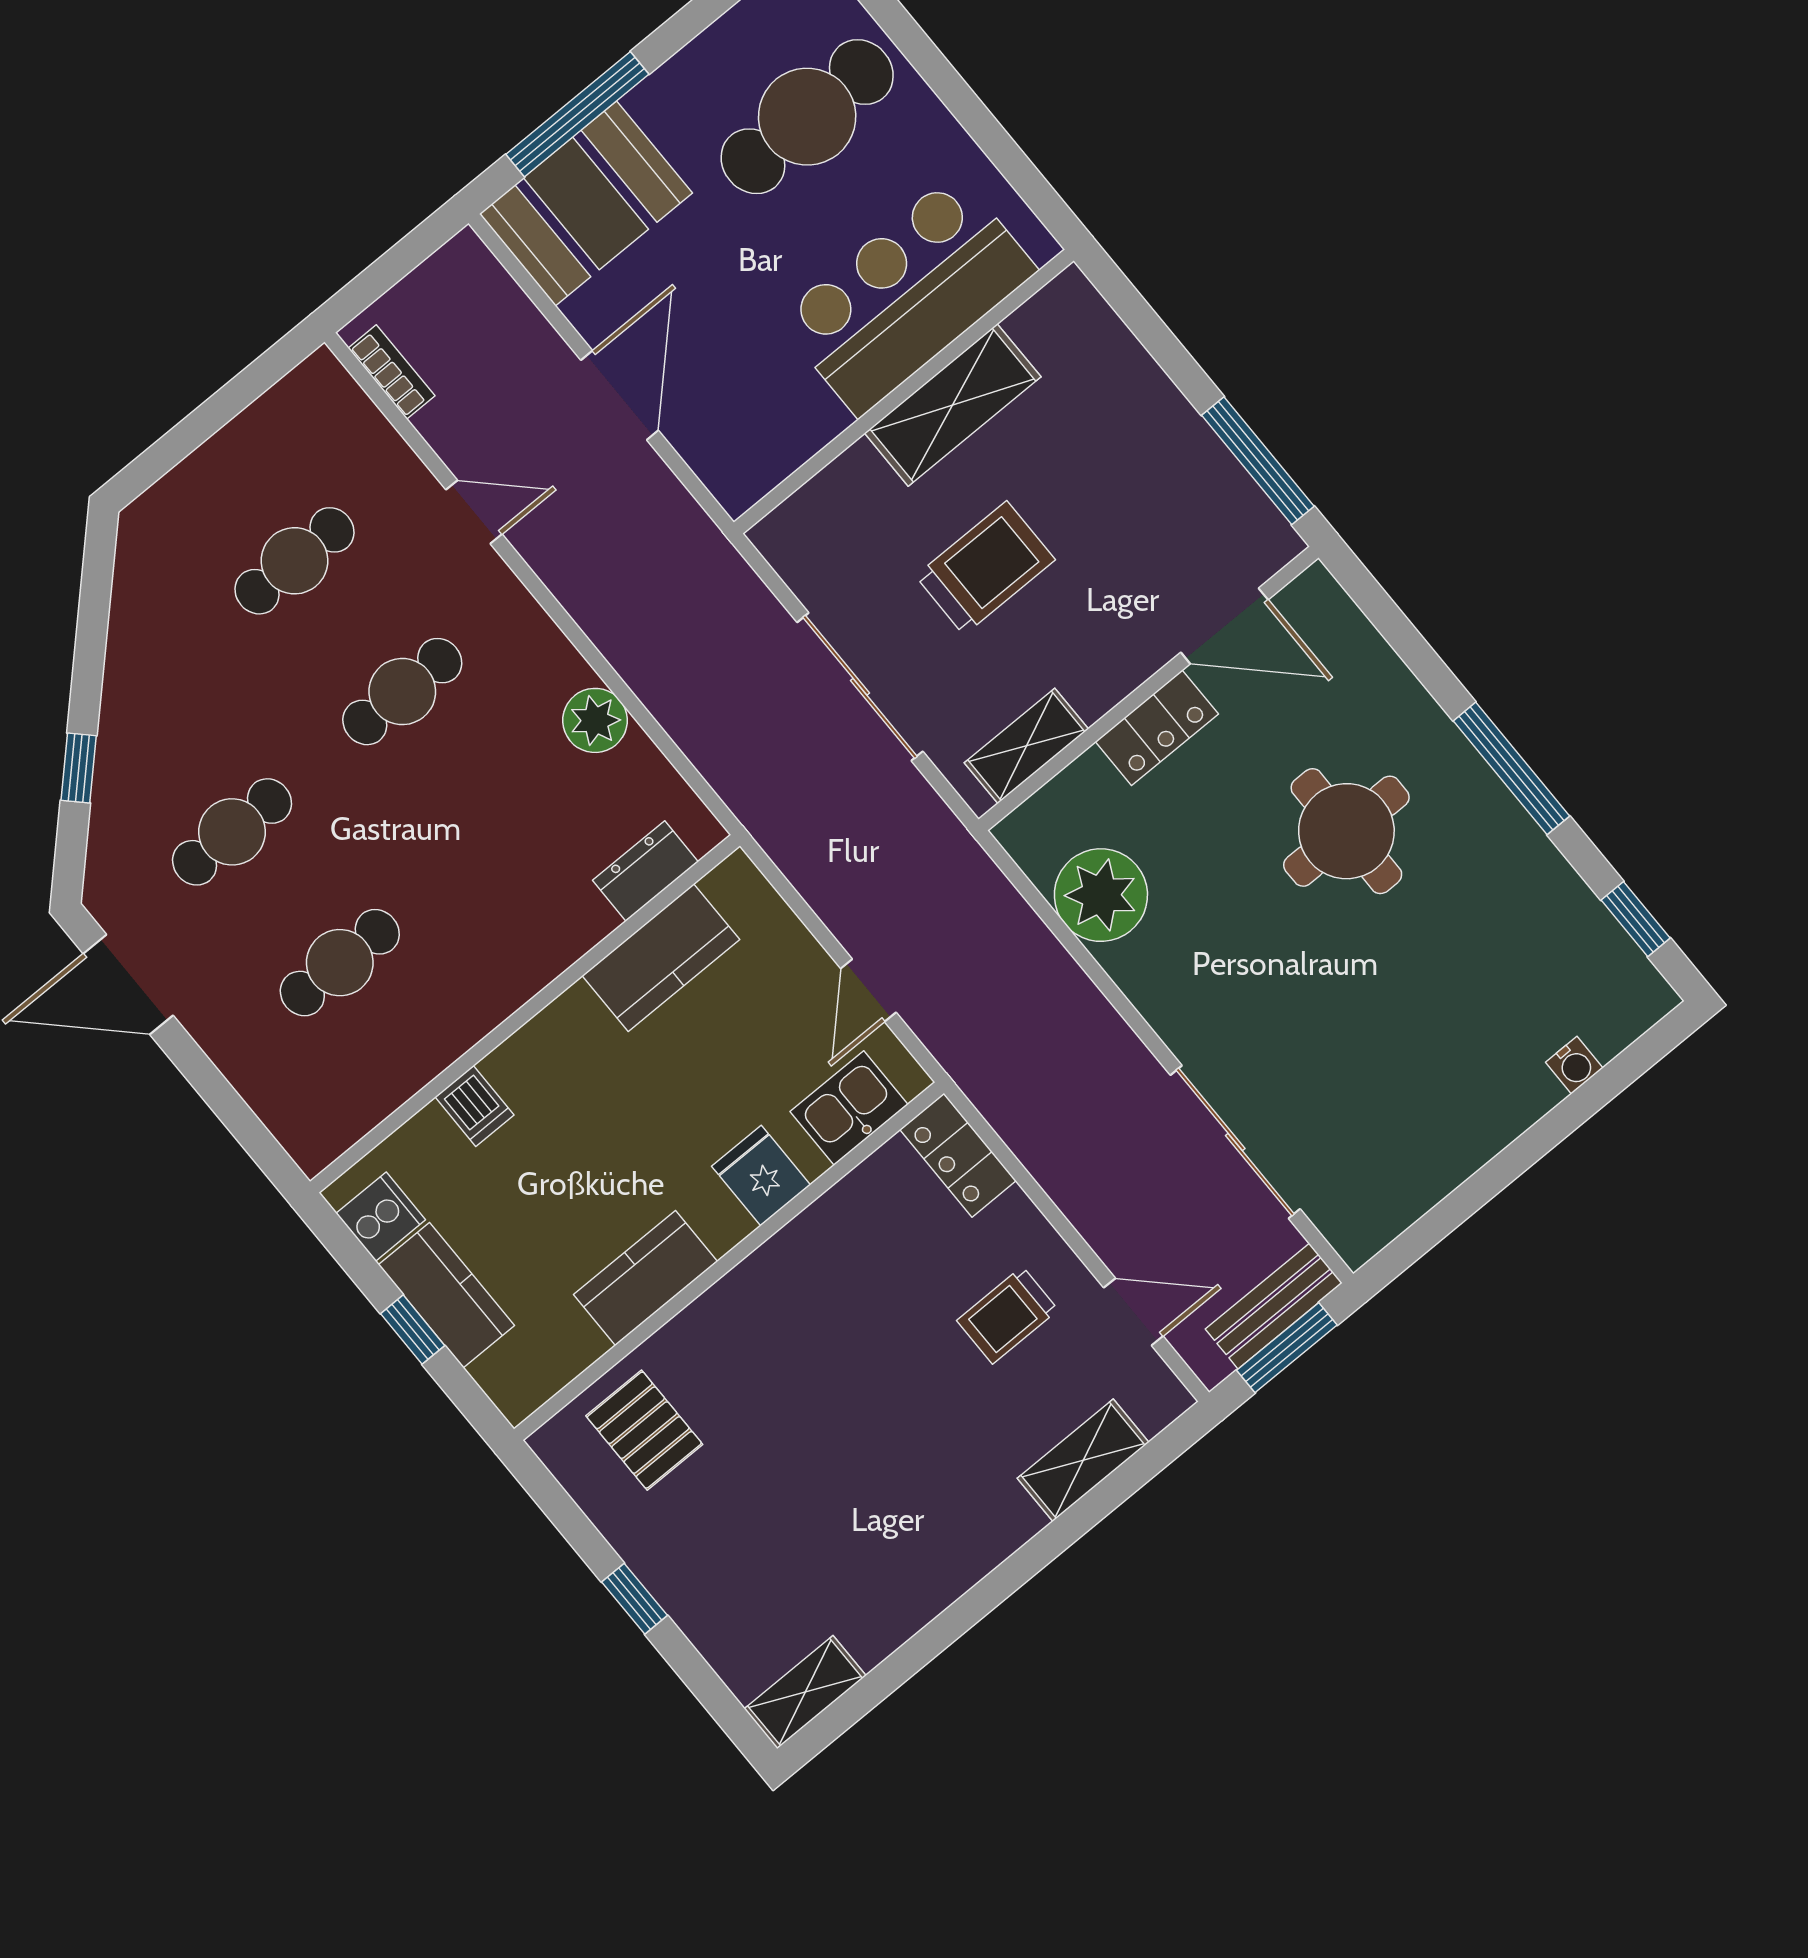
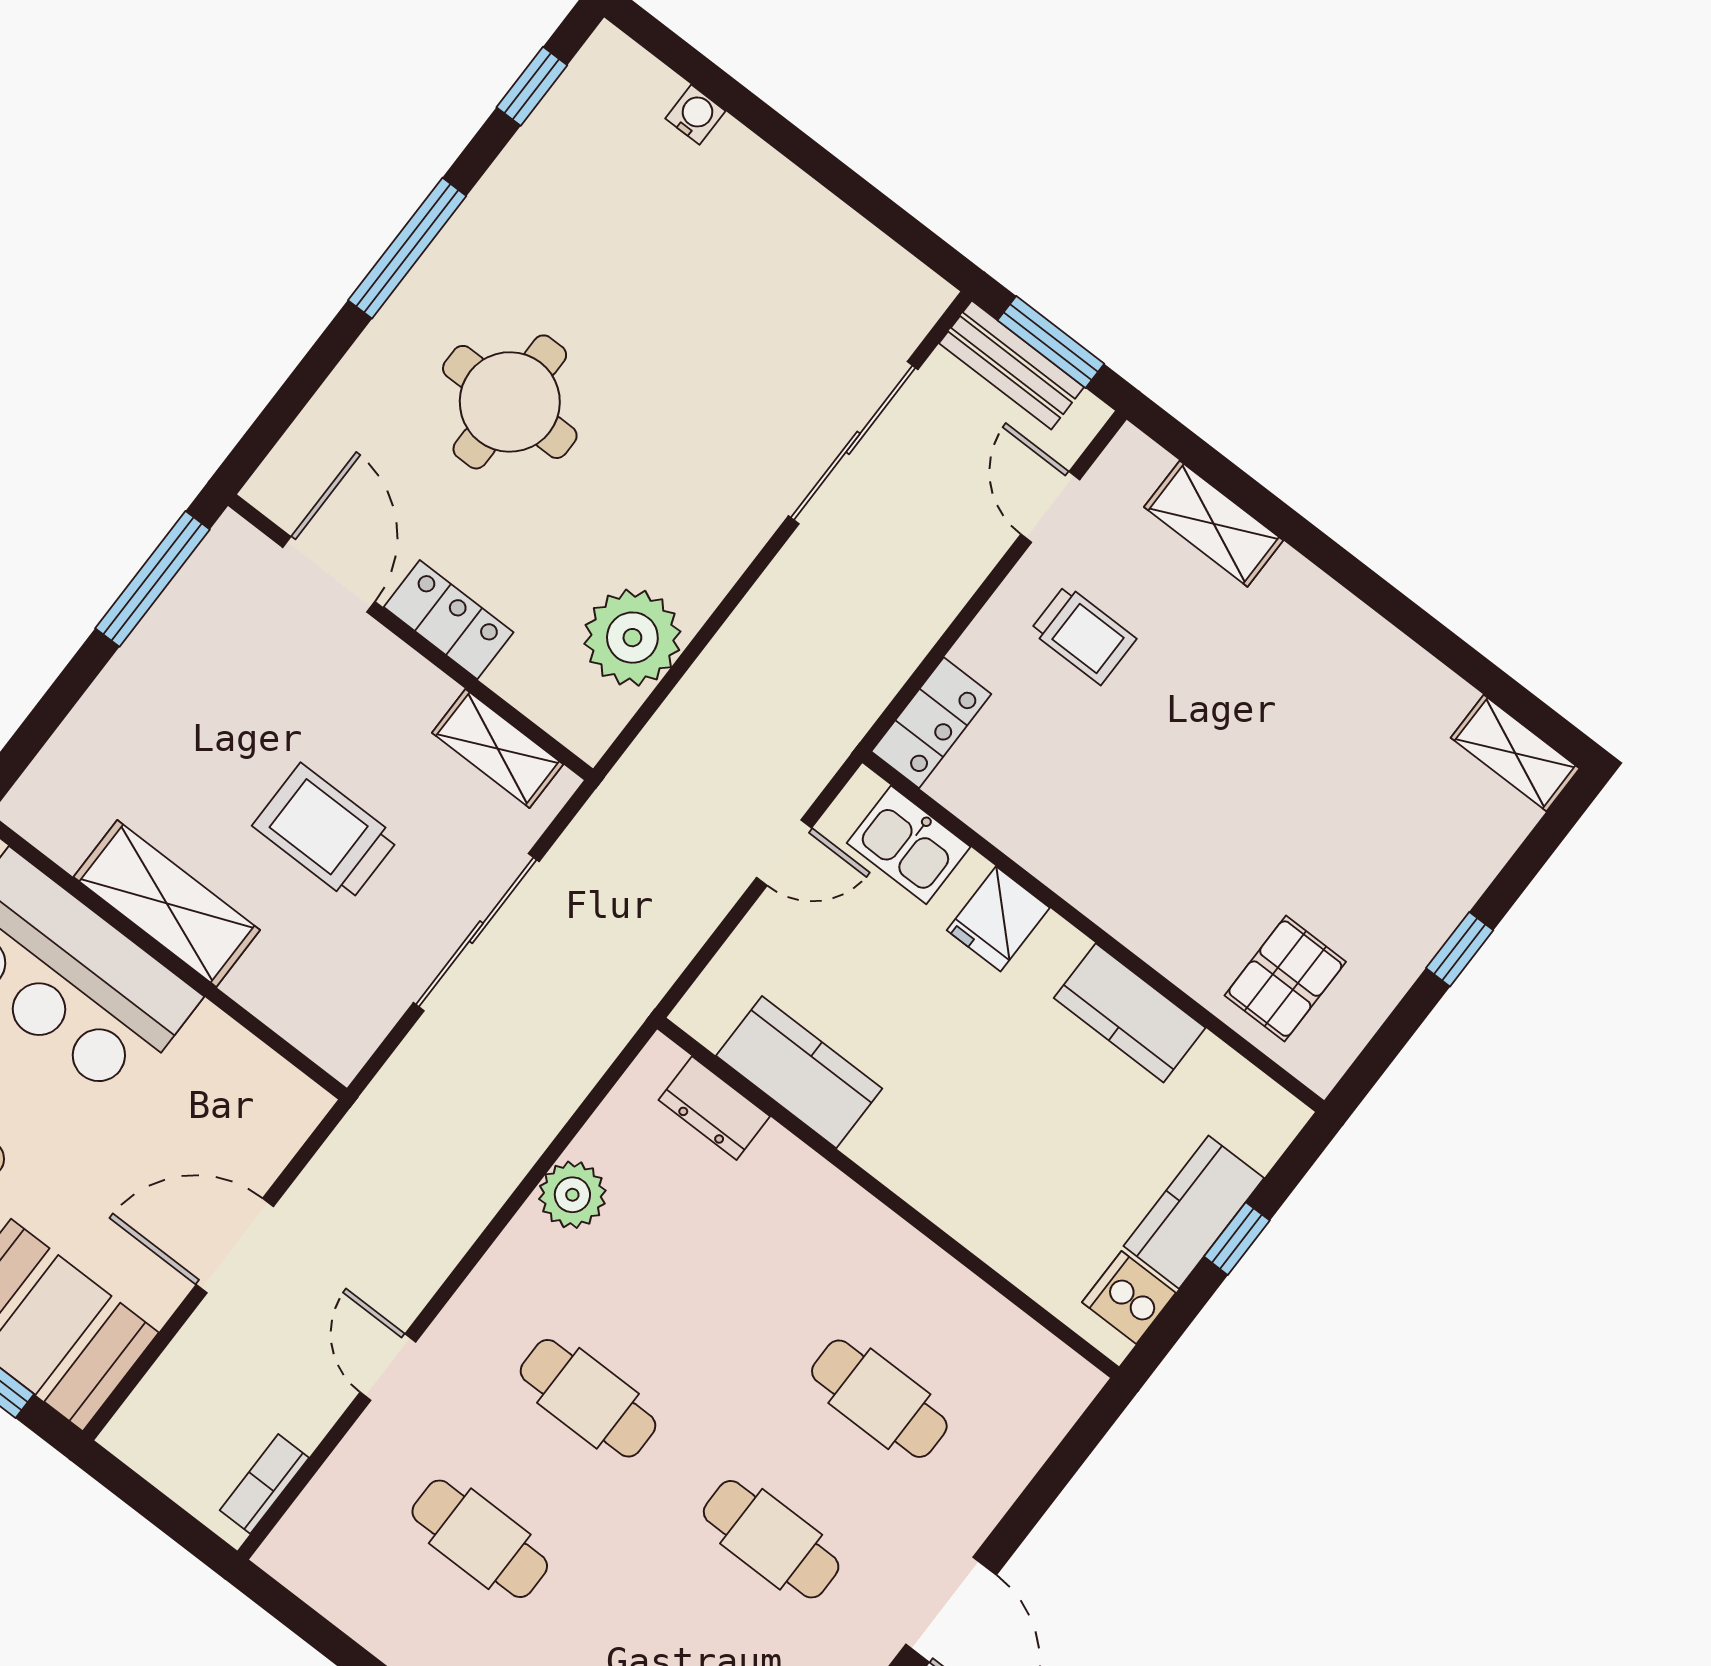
dishwasher: (475, 1106) -> (994, 1228), removed

